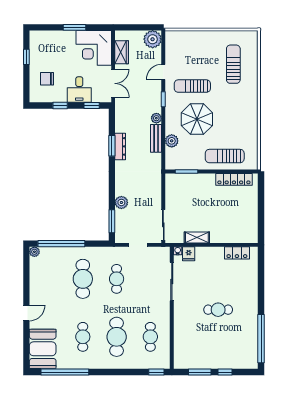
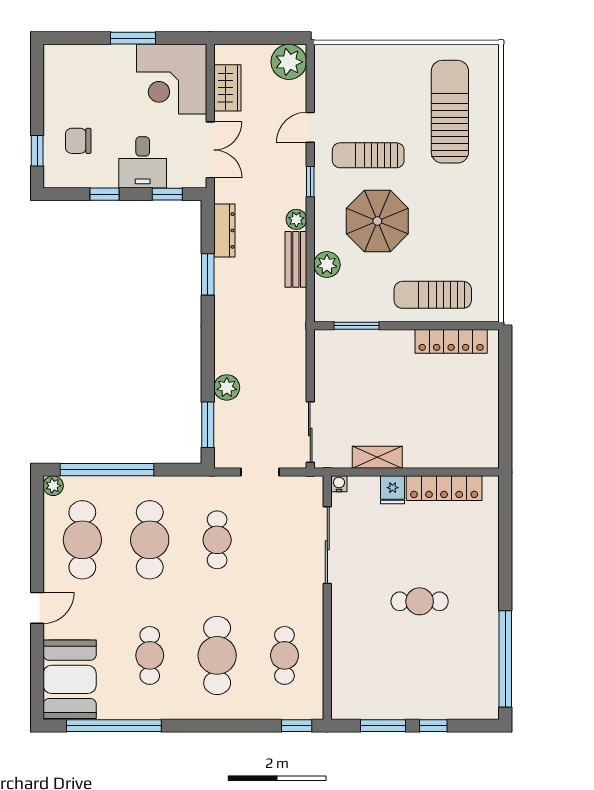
window: (26, 57) -> (37, 151), moved
sun lounger: (233, 64) -> (450, 112), width x1.36, depth x1.34
dresser: (120, 146) -> (224, 230), moved
locker: (237, 253) -> (444, 488), width x1.53
fridge: (189, 254) -> (393, 490), moved
cafe table: (49, 279) -> (82, 540), added

